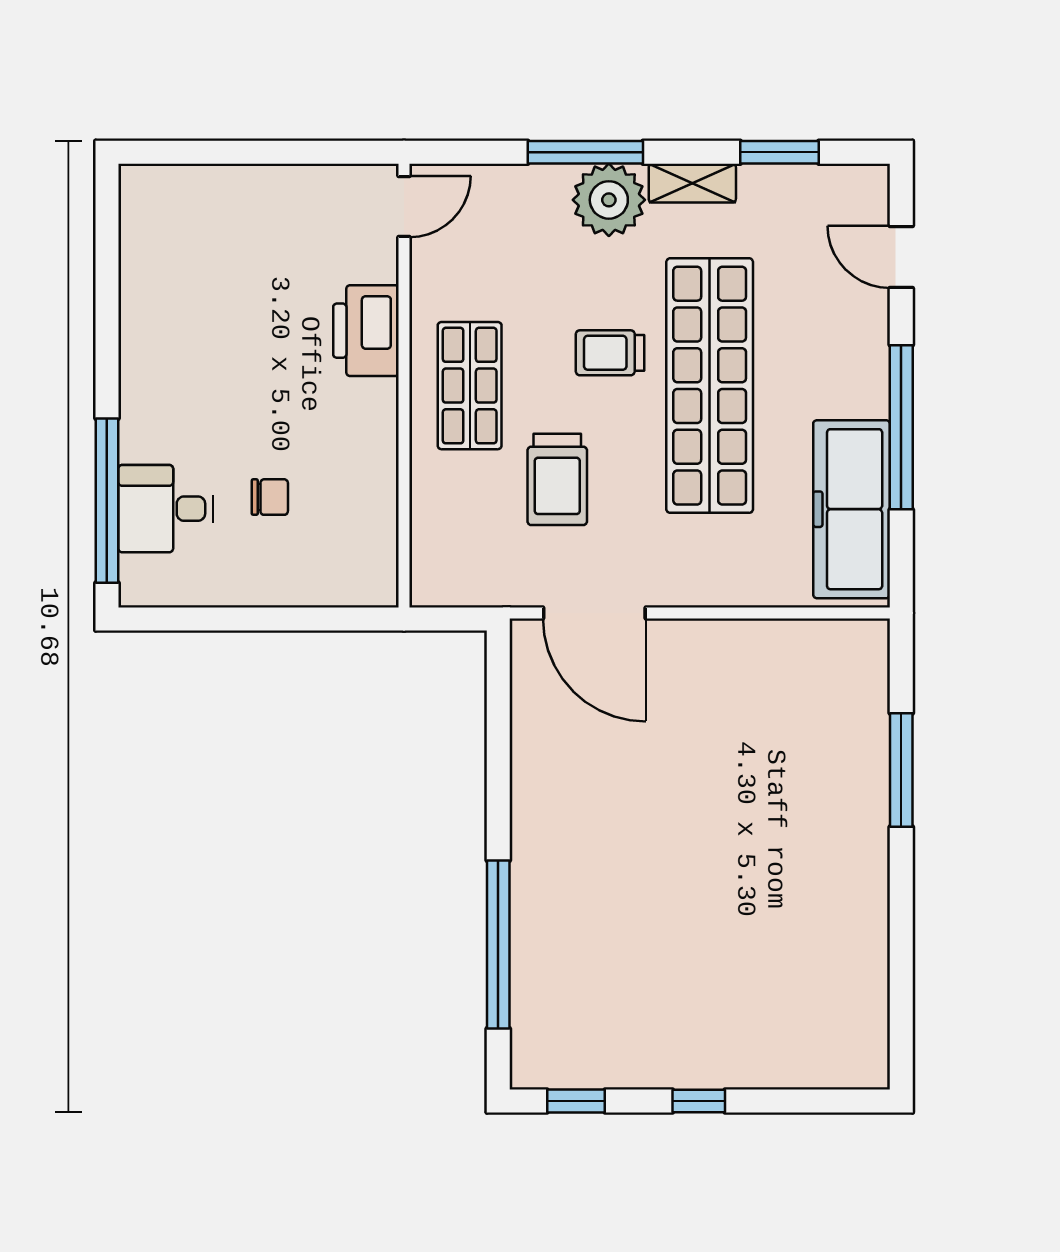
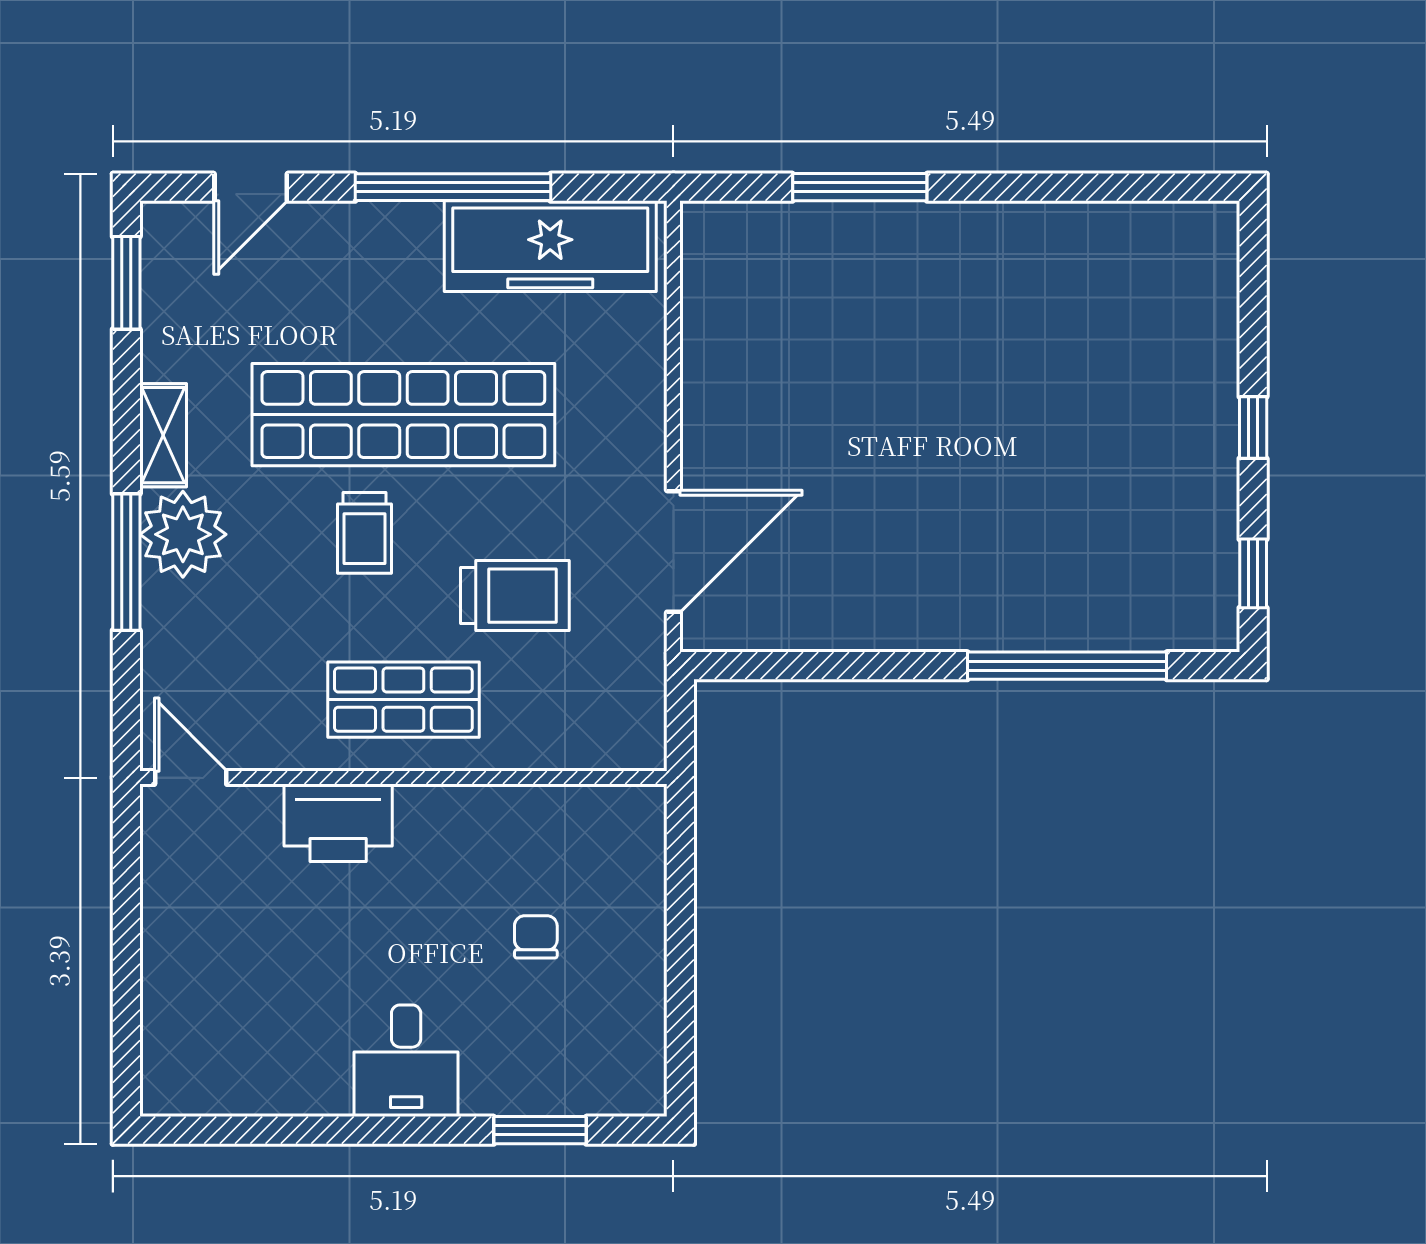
window: (779, 152) -> (126, 283), moved
window: (107, 501) -> (540, 1130), width x0.47
desk: (165, 509) -> (406, 1061), moved

